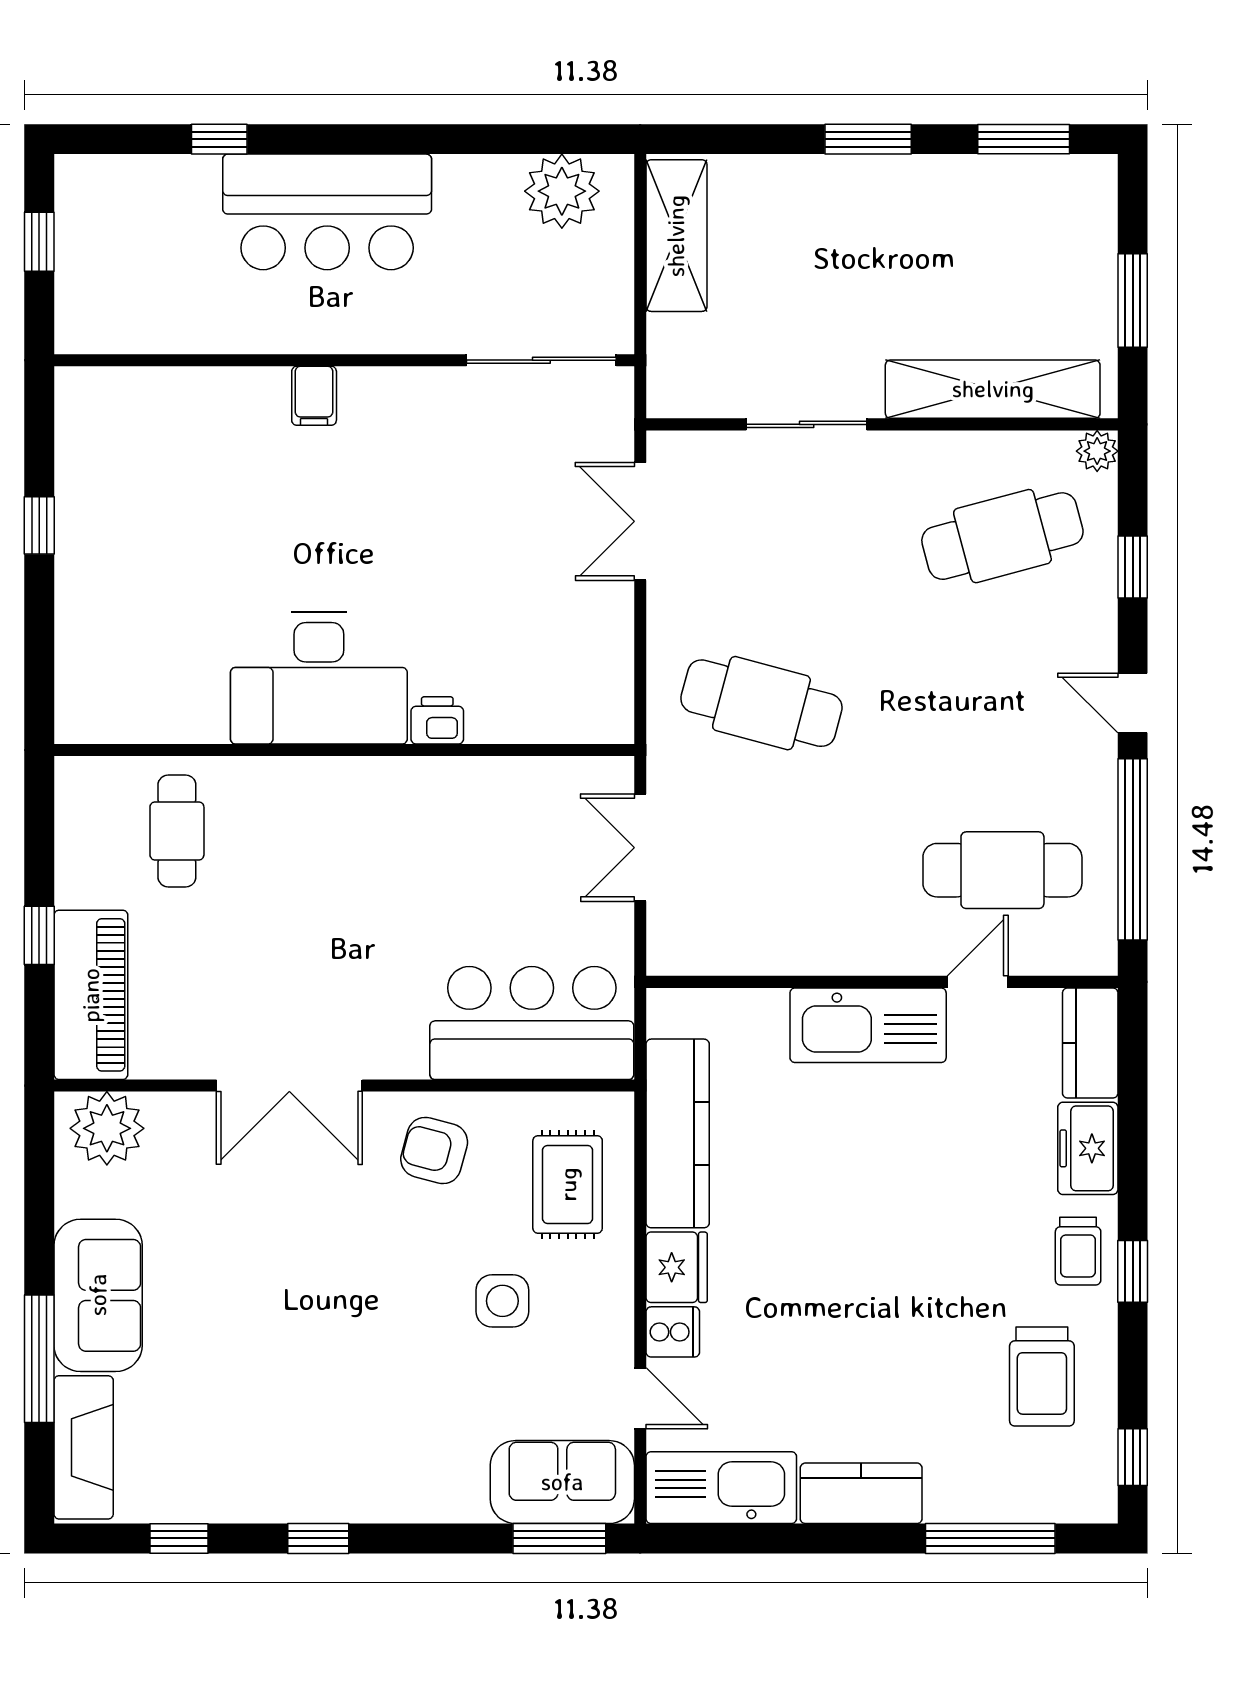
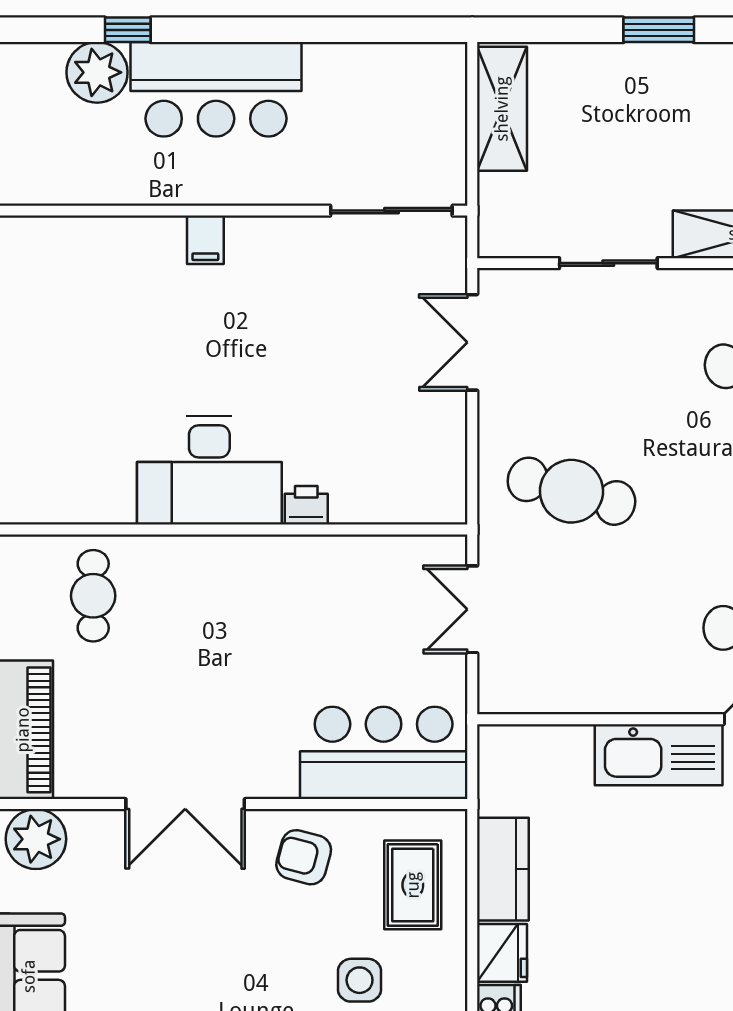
plant: (562, 191) -> (97, 72), moved
kitchen counter: (678, 1133) -> (503, 869), width x0.67

